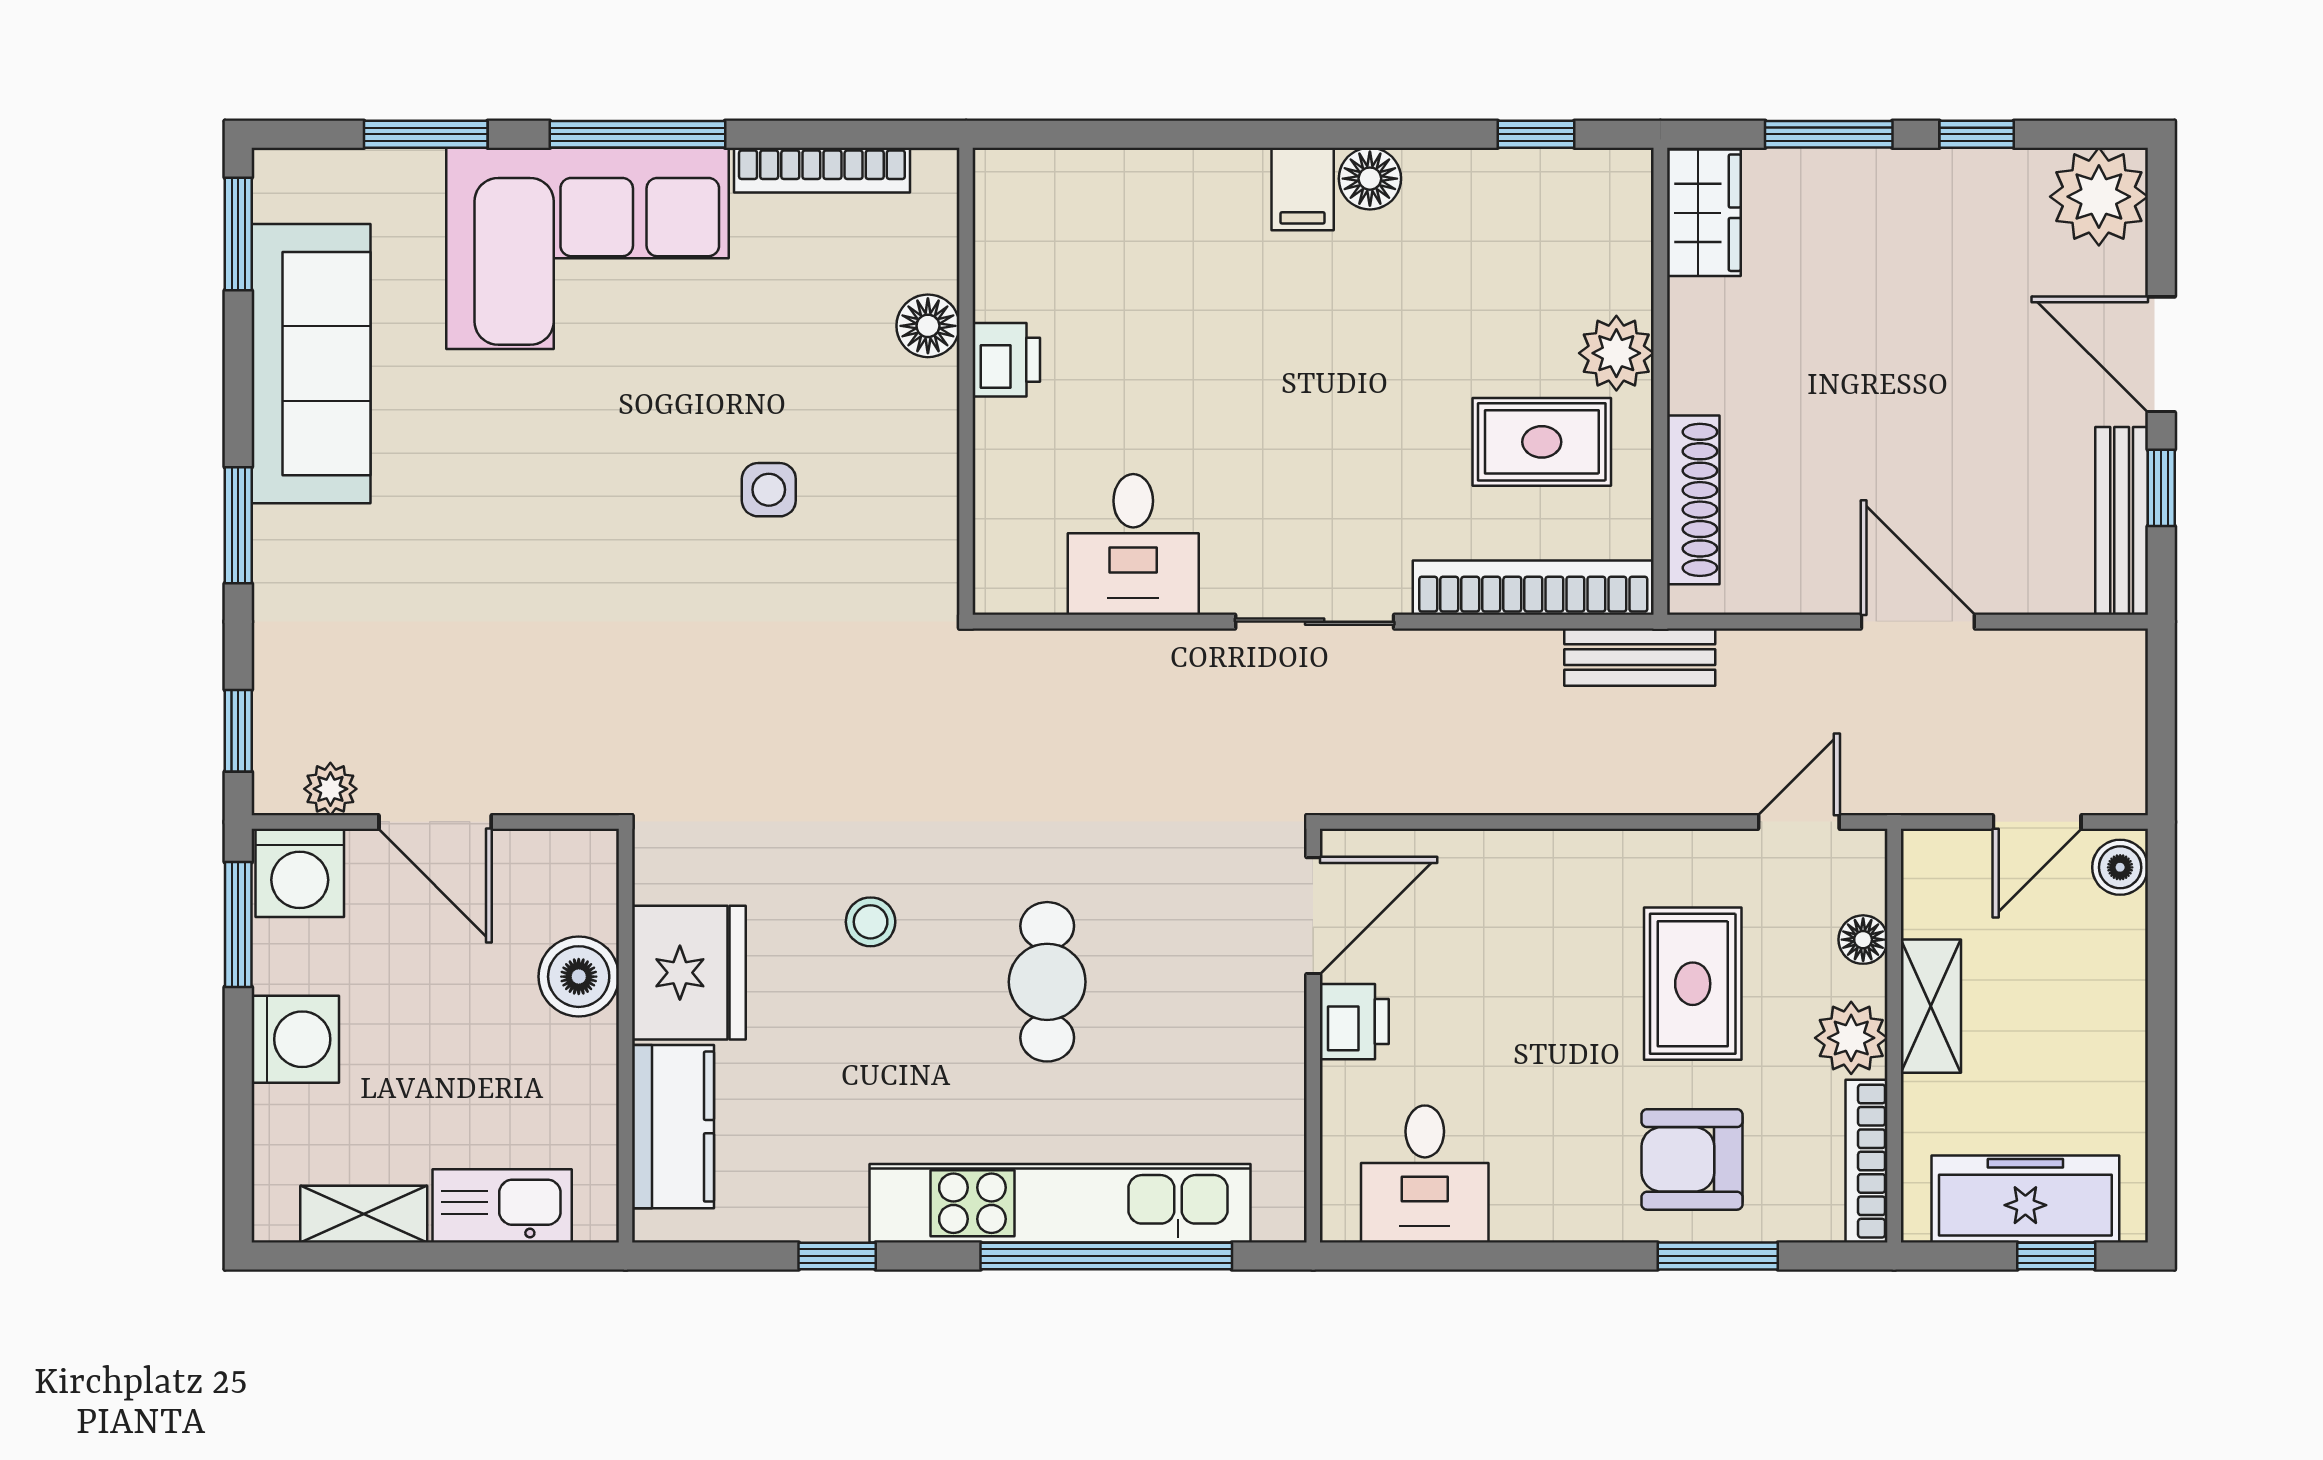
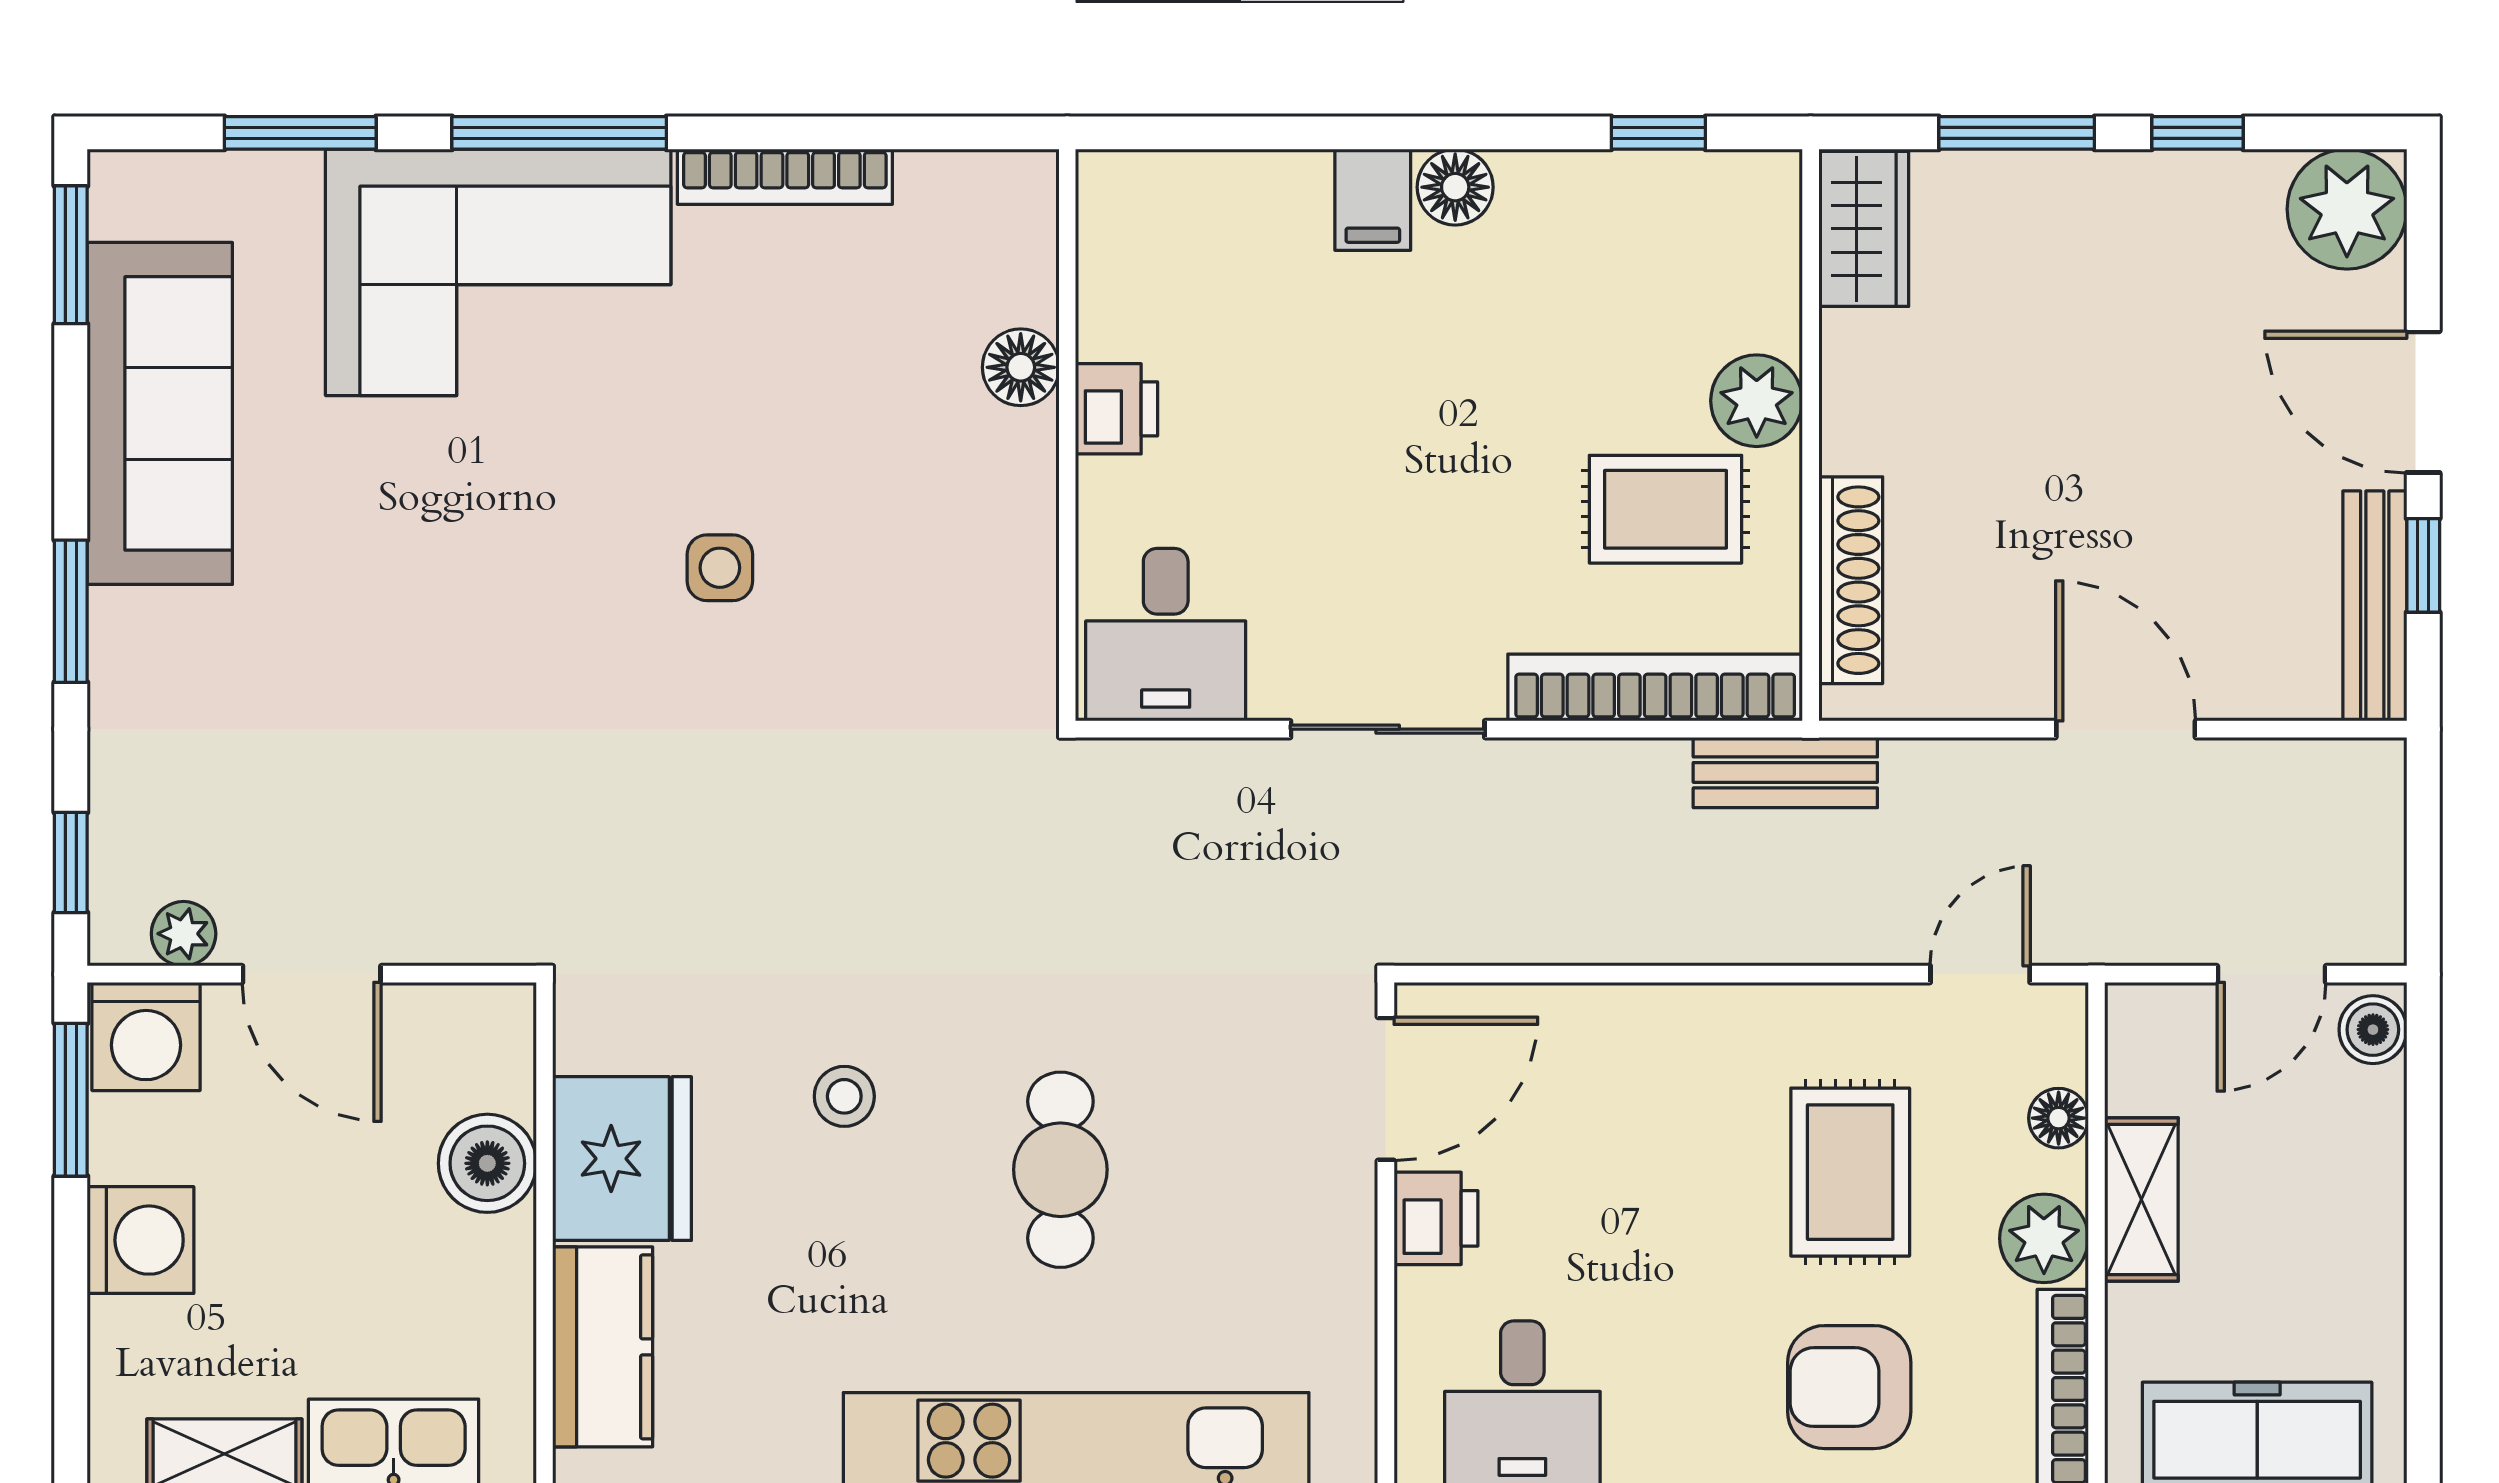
floor lamp: (928, 326) -> (1021, 367), moved
printer: (1006, 360) -> (1117, 409), moved
wall: (966, 381) -> (1067, 435), moved

